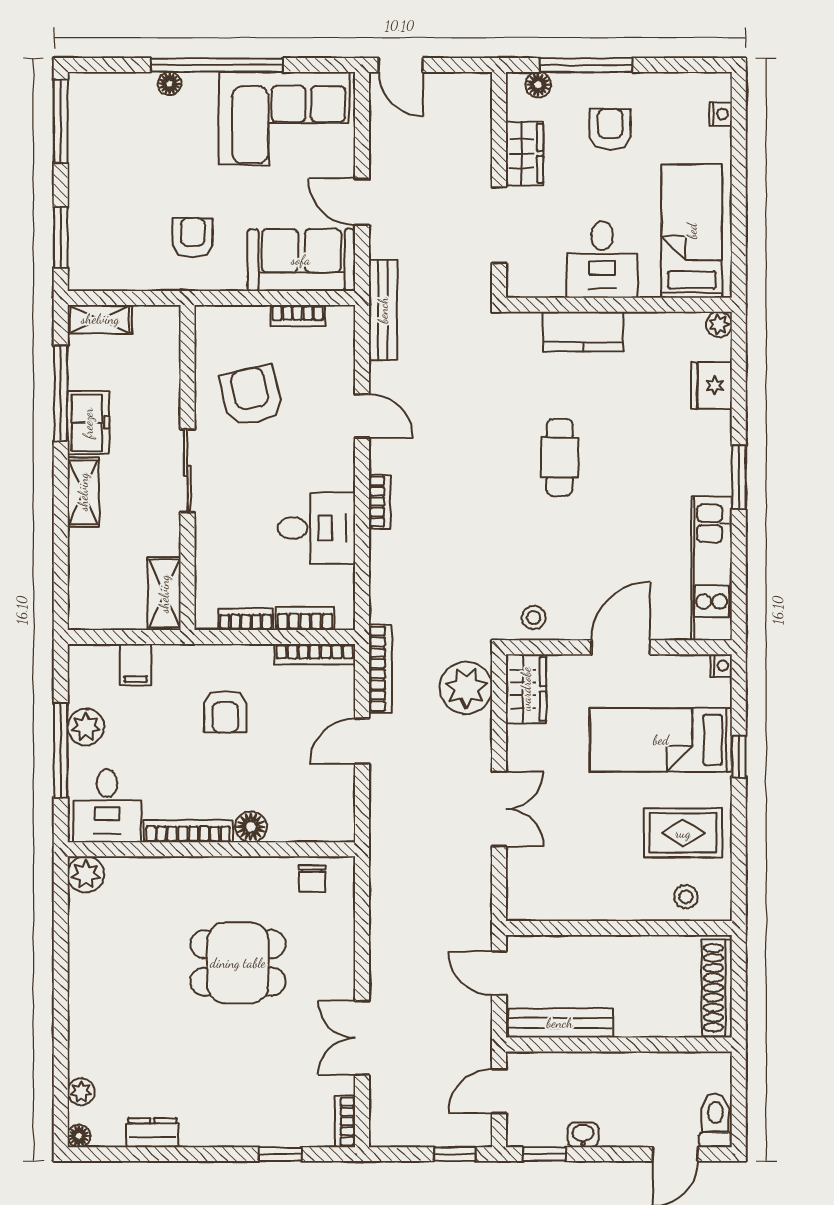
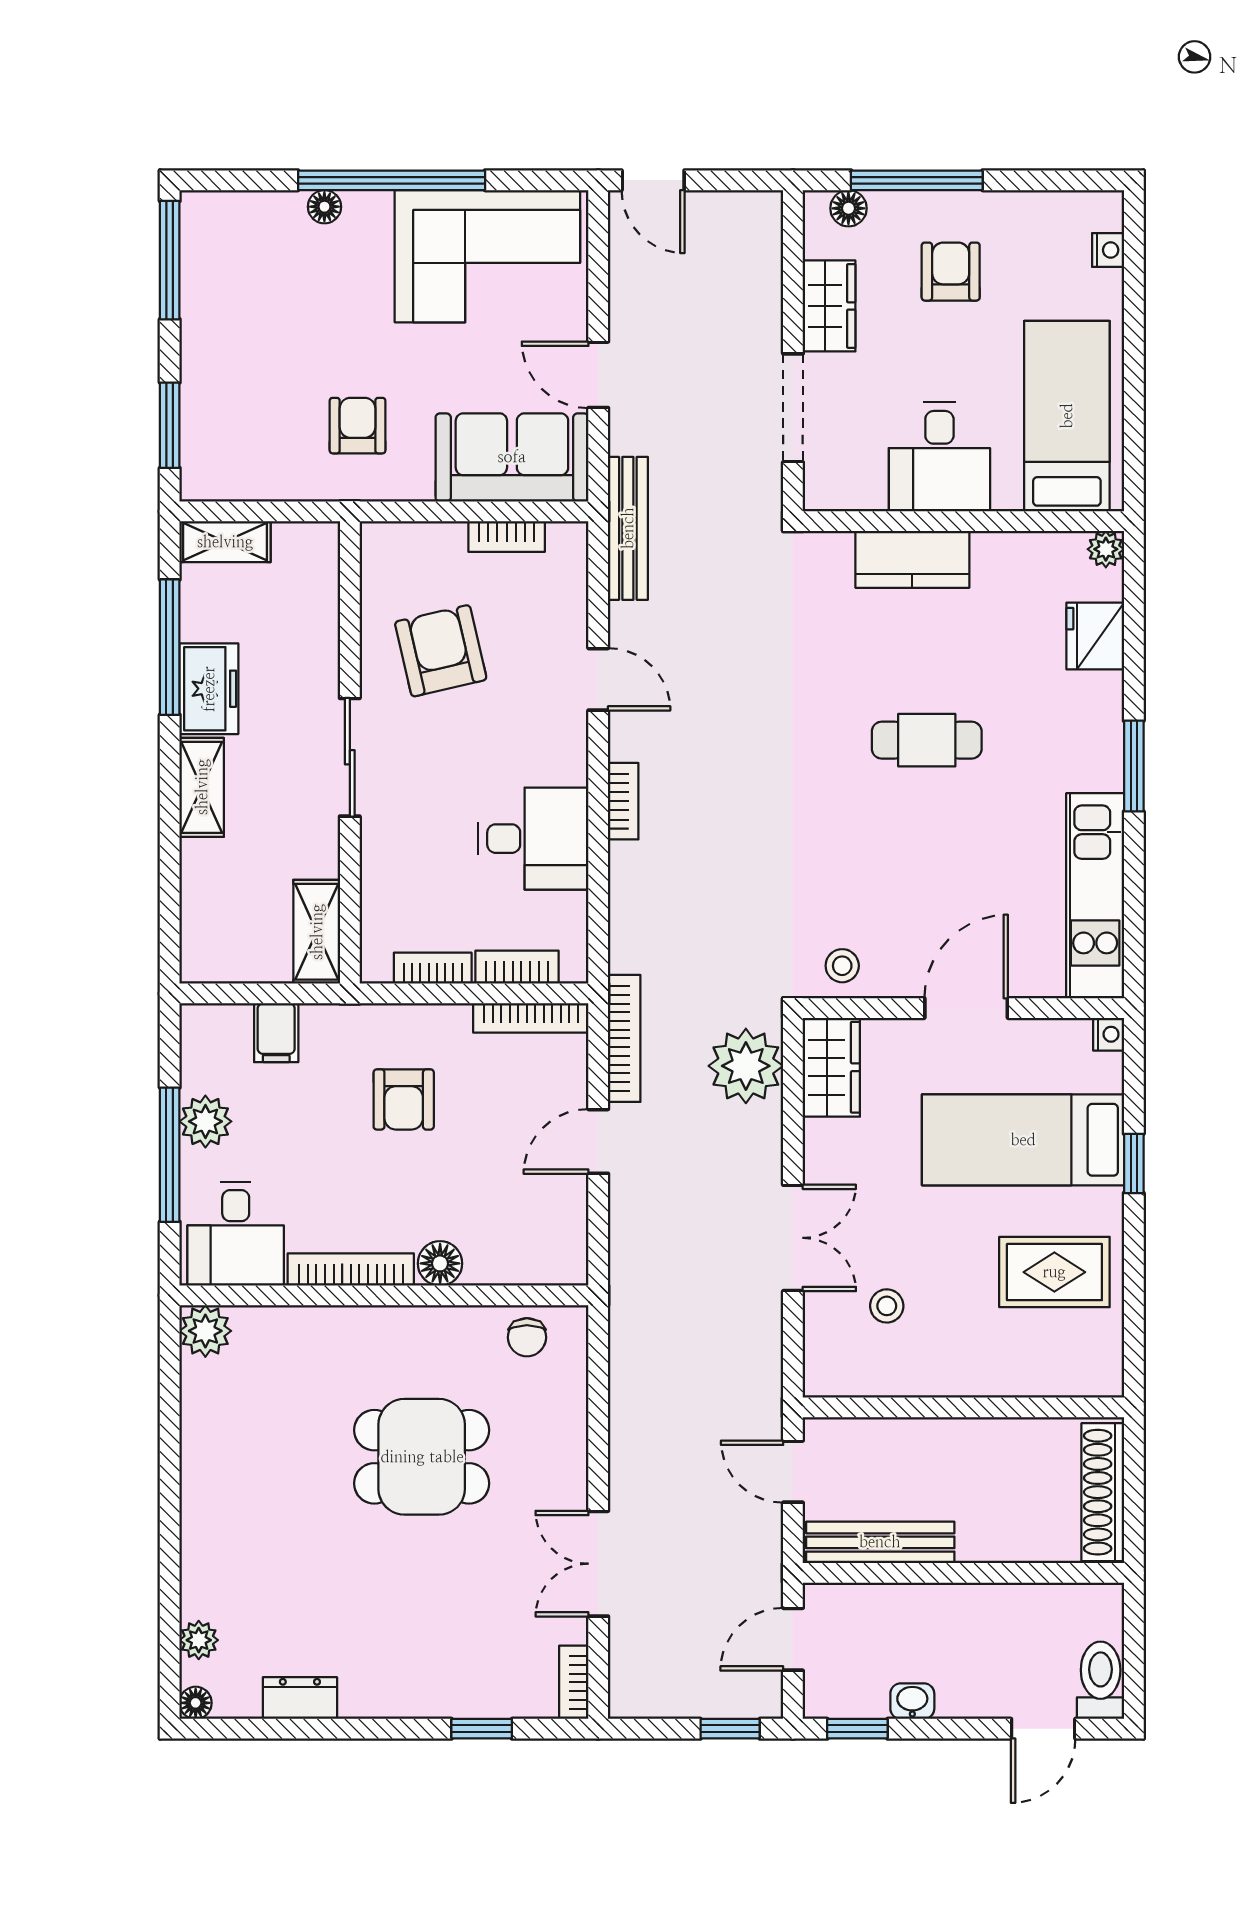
cafe table: (560, 457) -> (927, 740), moved, turned 90
stool: (686, 897) -> (887, 1306), moved

